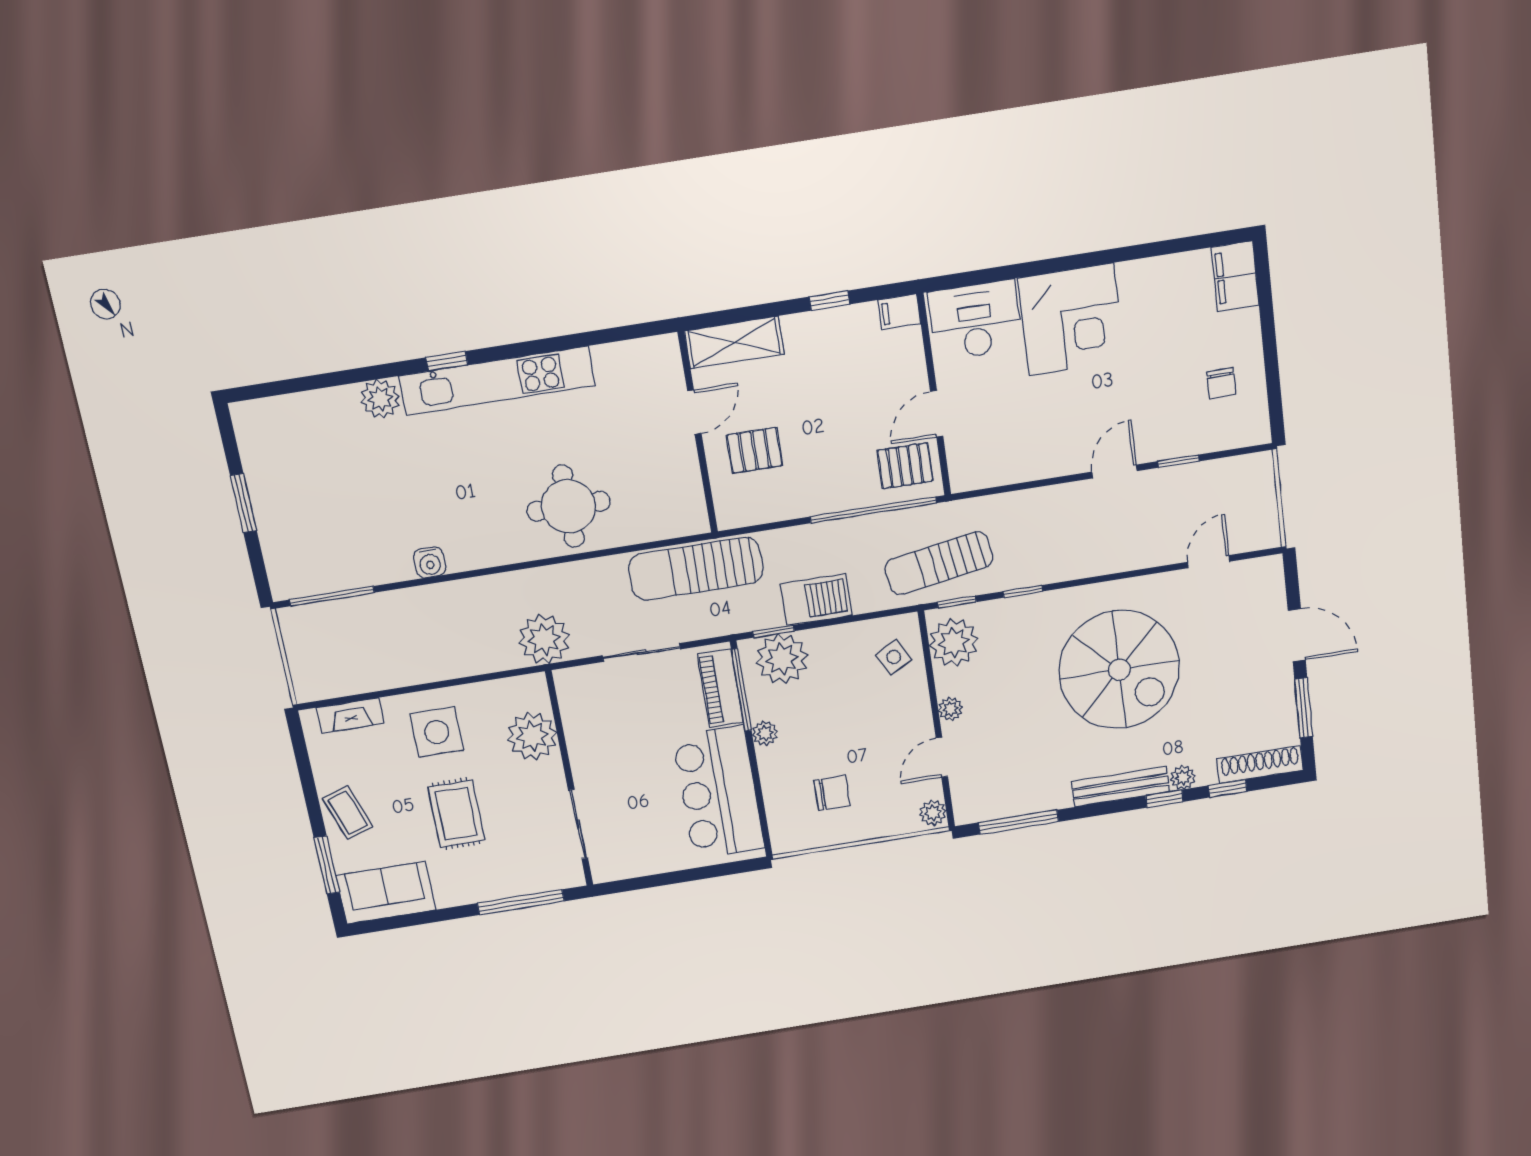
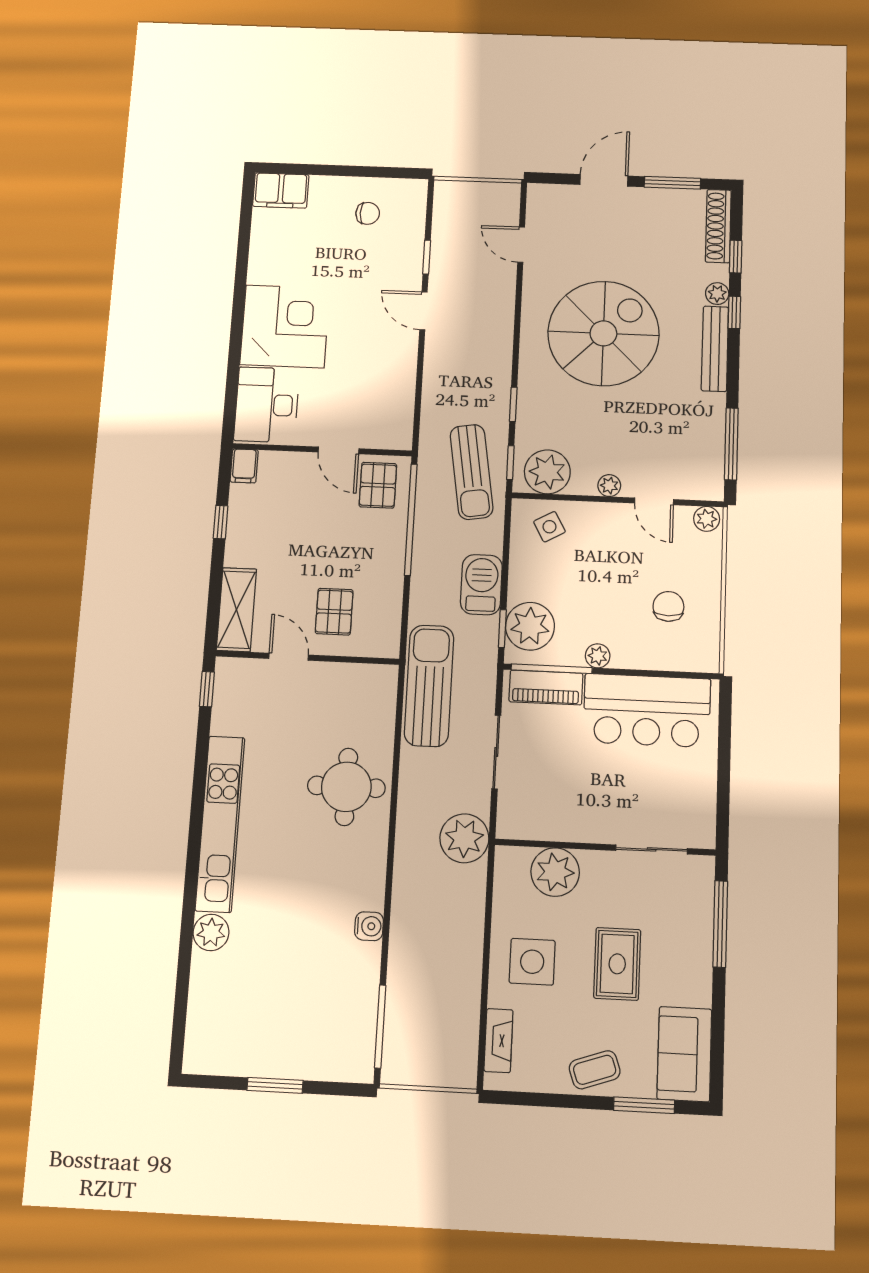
window: (447, 361) -> (207, 689), moved
sun lounger: (696, 569) -> (429, 686), turned 180
rug: (456, 814) -> (617, 964), turned 90

